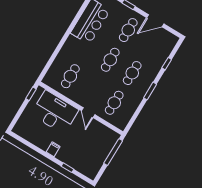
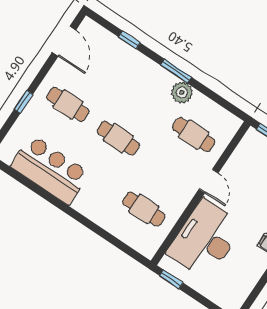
door: (155, 21) -> (64, 41), moved
cafe table: (132, 73) -> (143, 101), removed
plant: (138, 95) -> (182, 92), added
door: (88, 113) -> (209, 181), hinge flipped

